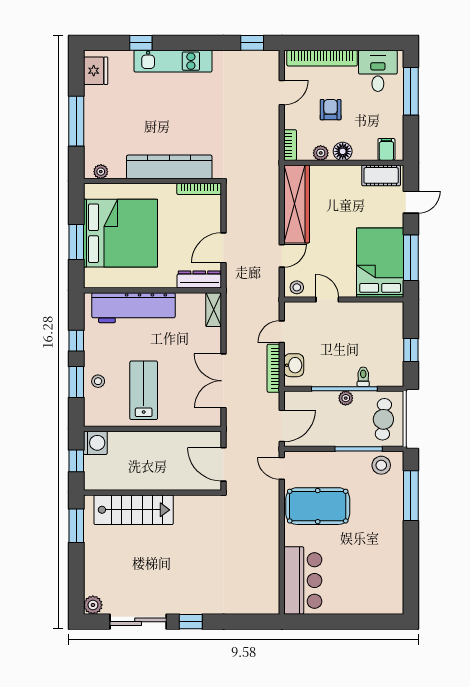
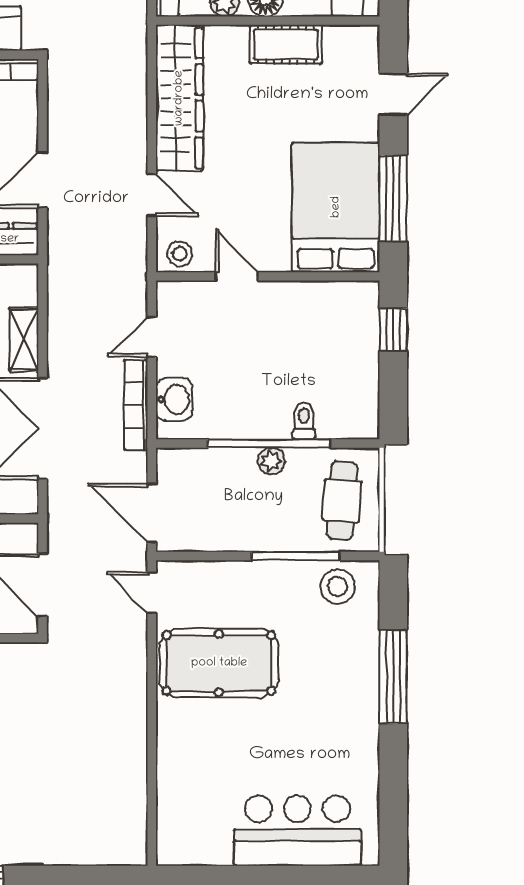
cot: (381, 175) -> (286, 44), moved
door: (282, 256) -> (152, 195), hinge flipped
shelving: (214, 310) -> (24, 340), moved
window: (411, 350) -> (393, 330), moved
door: (282, 426) -> (152, 513), swing flipped
window: (411, 496) -> (393, 677), moved
bar counter: (303, 580) -> (297, 831), moved, turned -90

